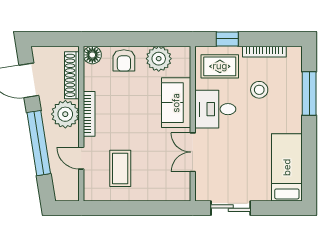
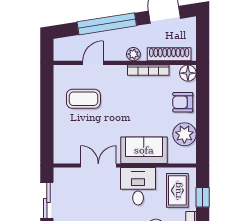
plant: (65, 114) -> (133, 54), width x0.53, depth x0.53
bookcase: (89, 114) -> (148, 70), moved

